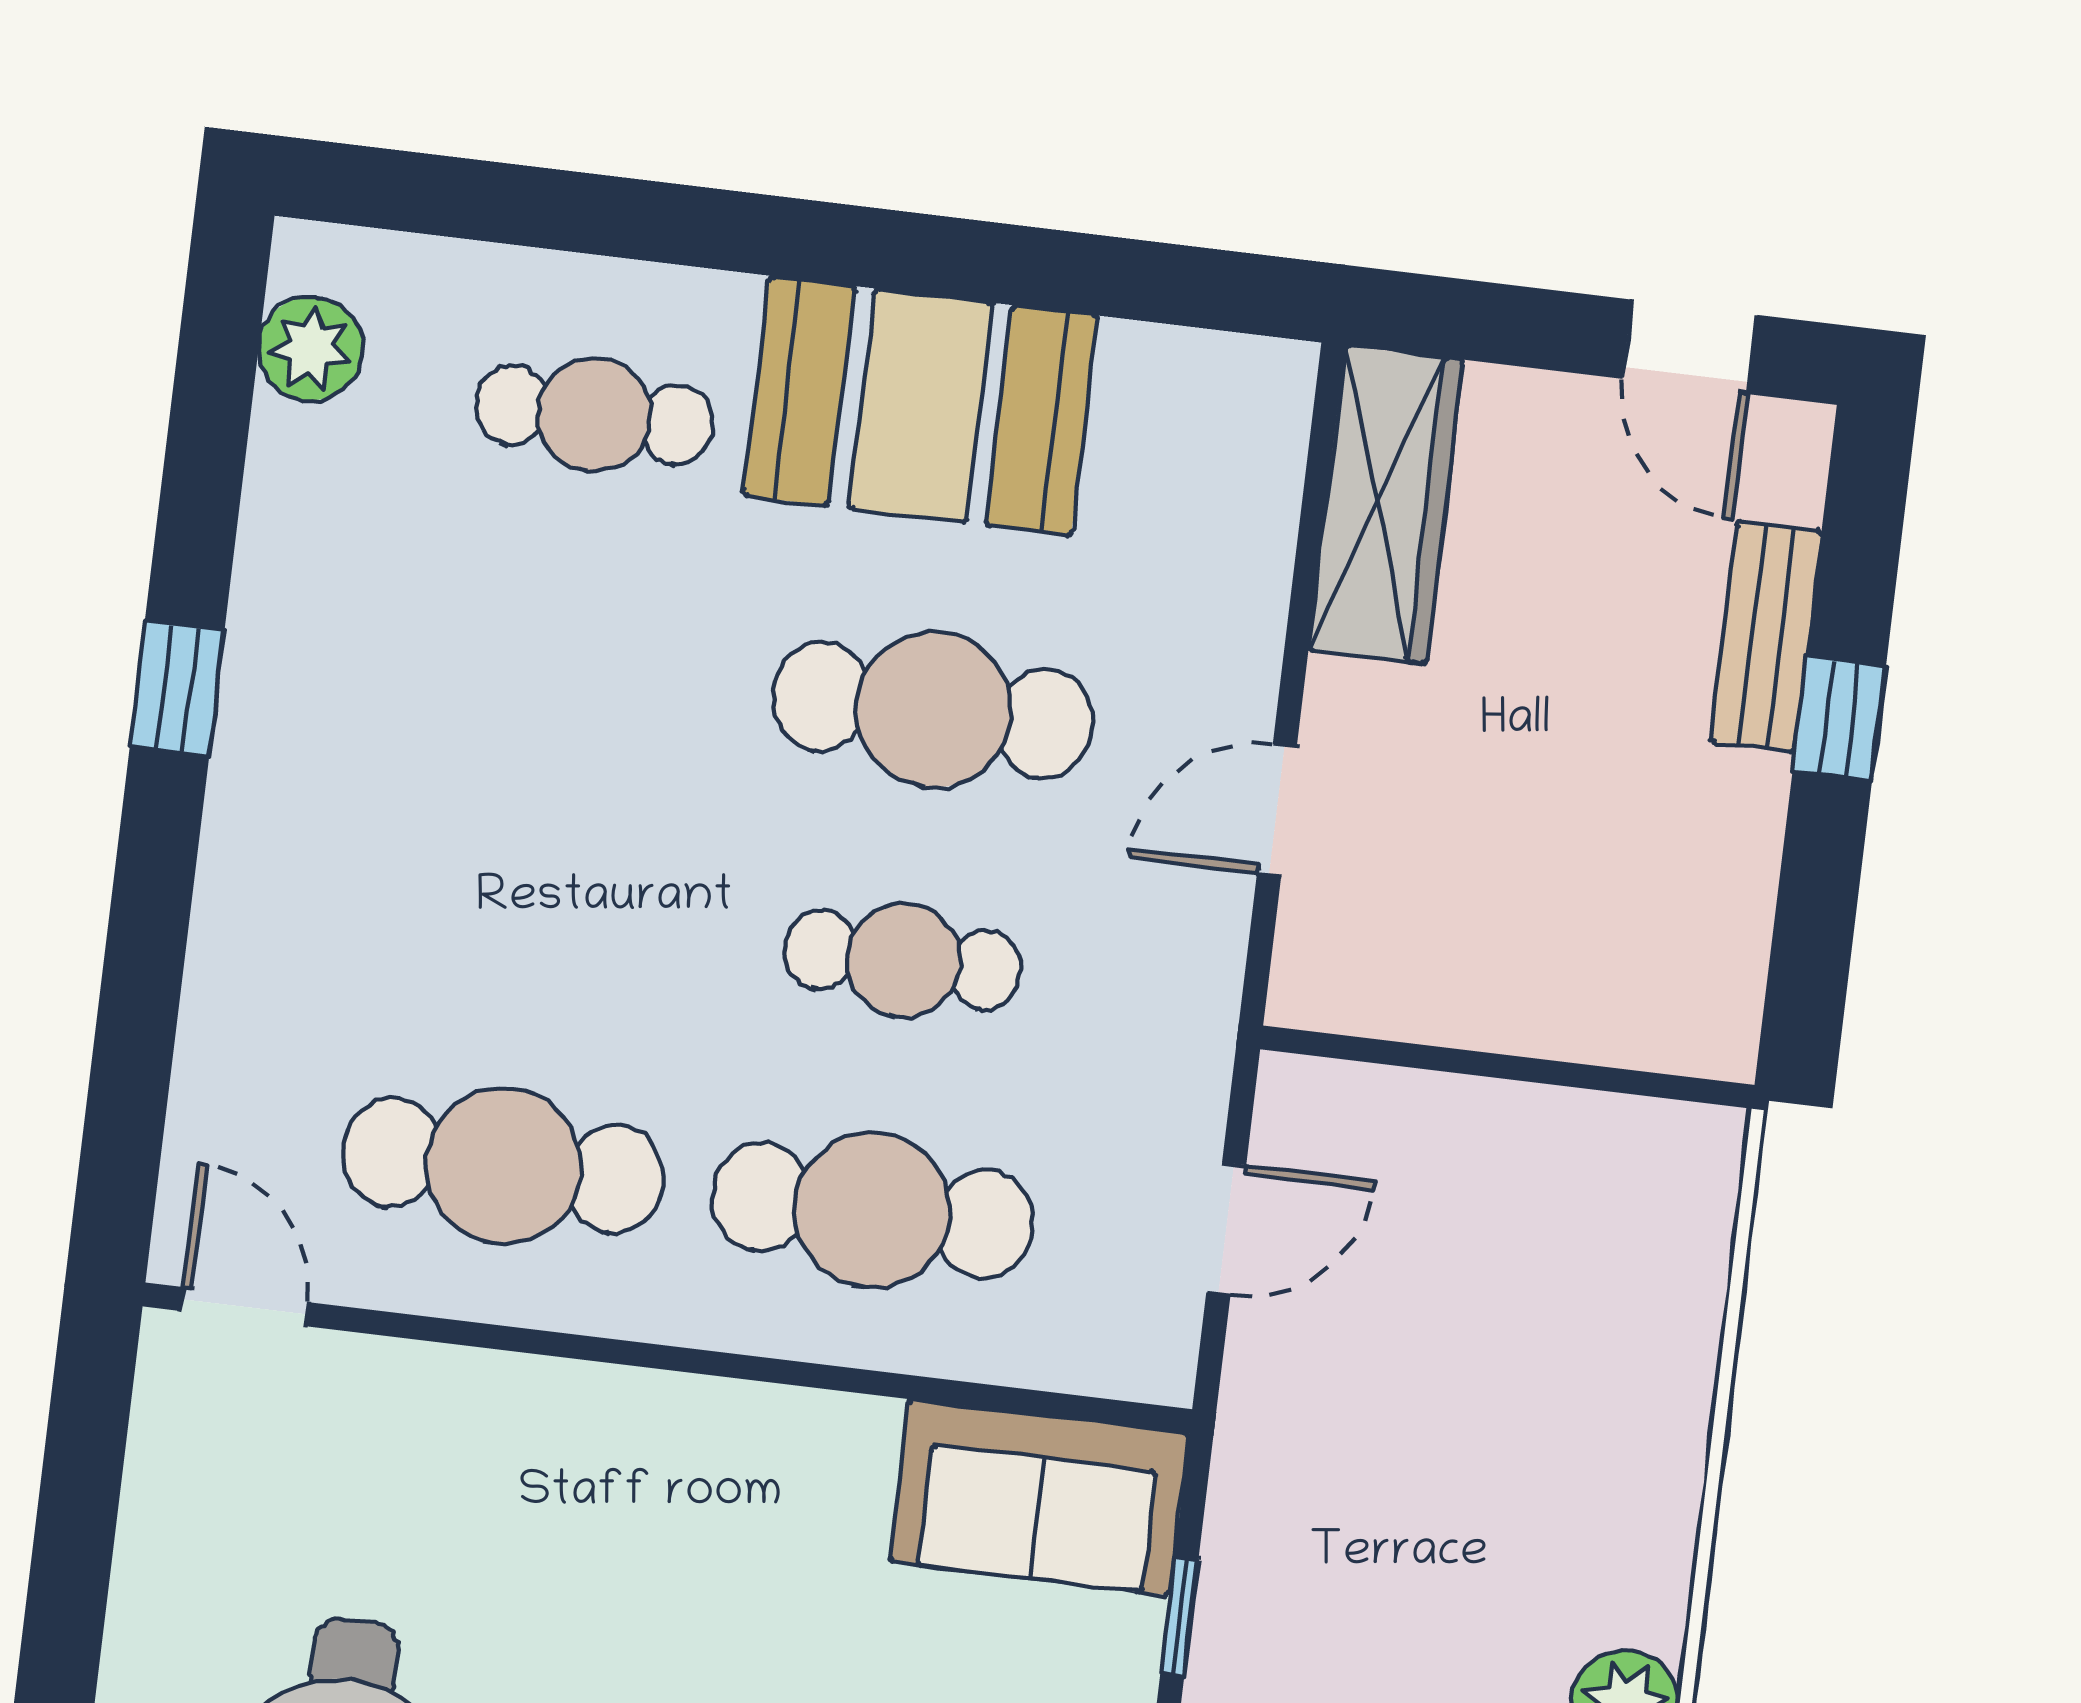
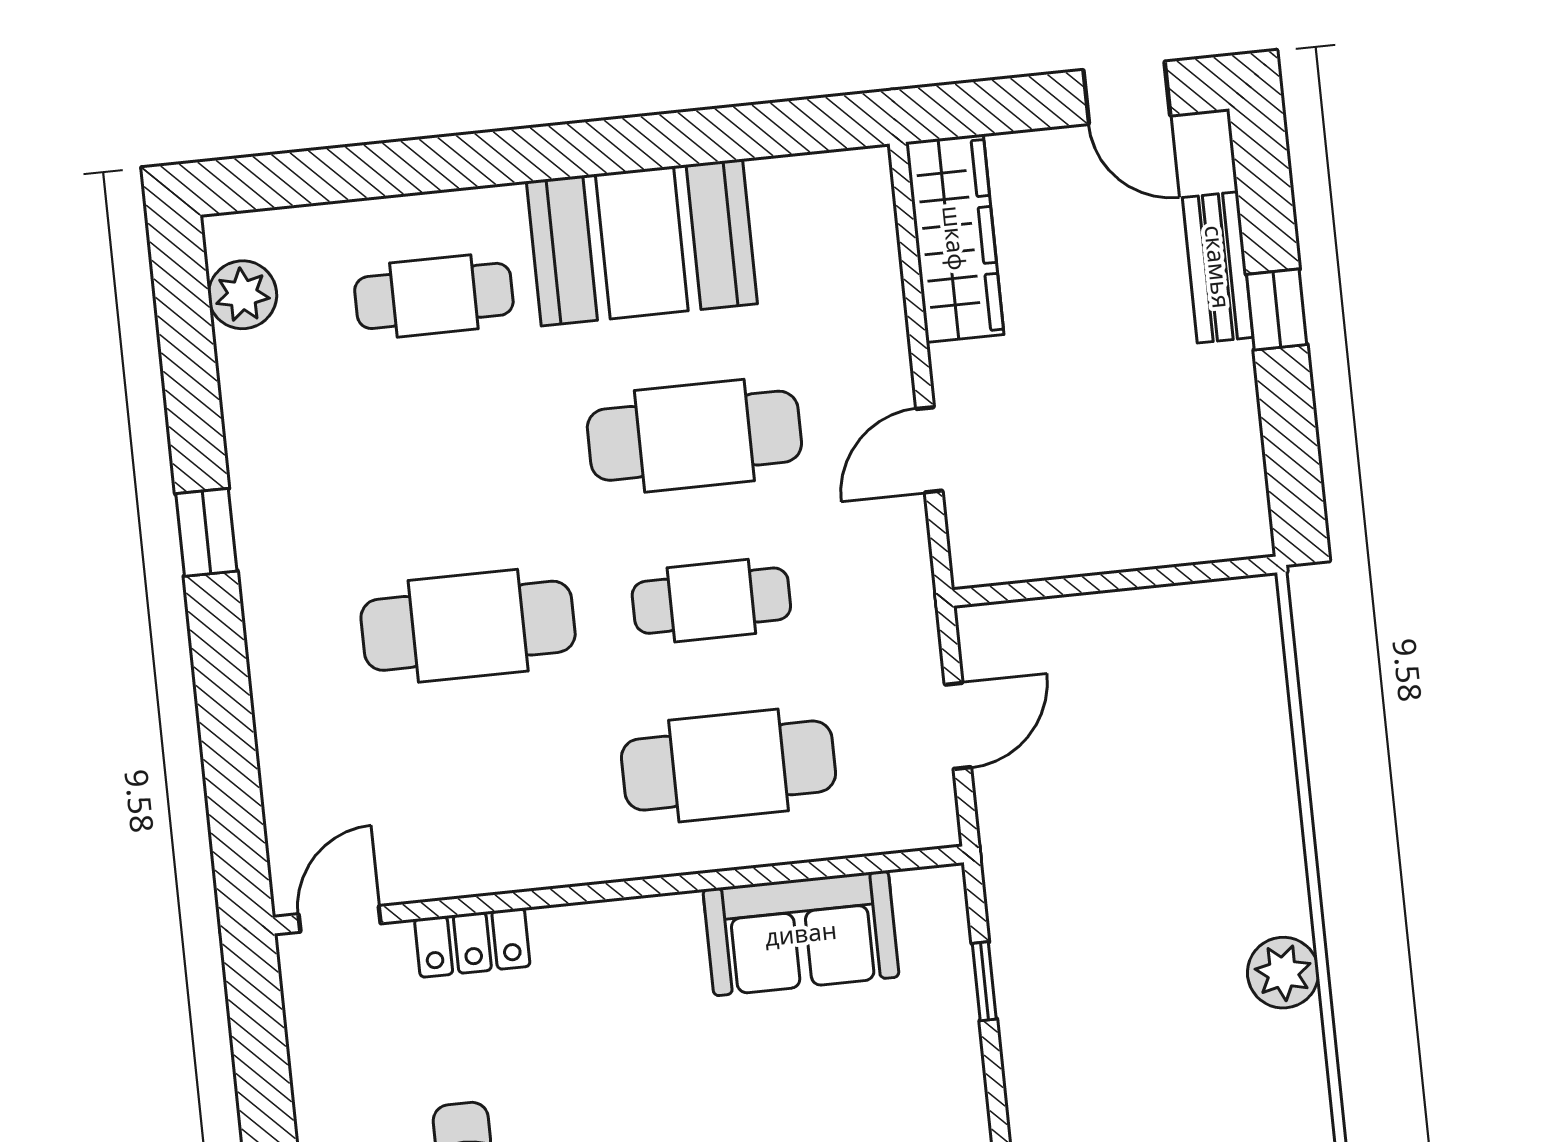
cafe table: (503, 1166) -> (468, 626), moved
door: (244, 1307) -> (340, 919), hinge flipped
locker: (433, 1387) -> (472, 943), added
sofa: (1039, 1497) -> (801, 933), moved

